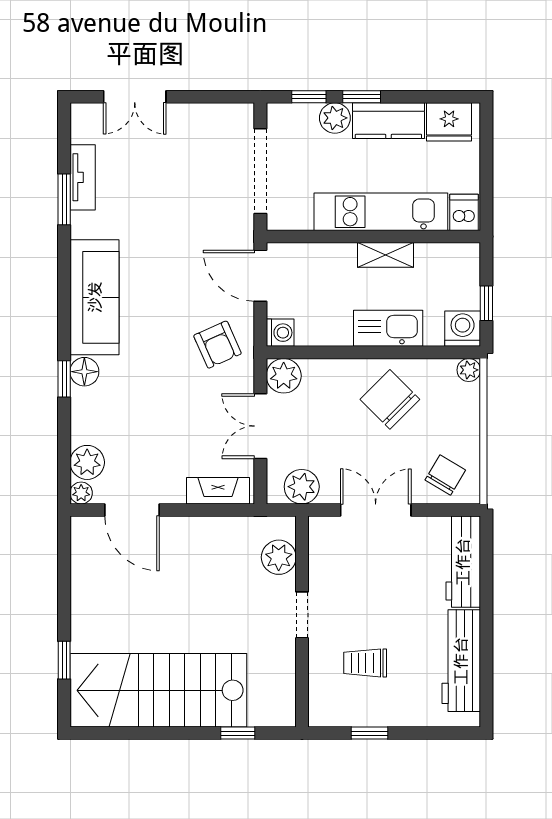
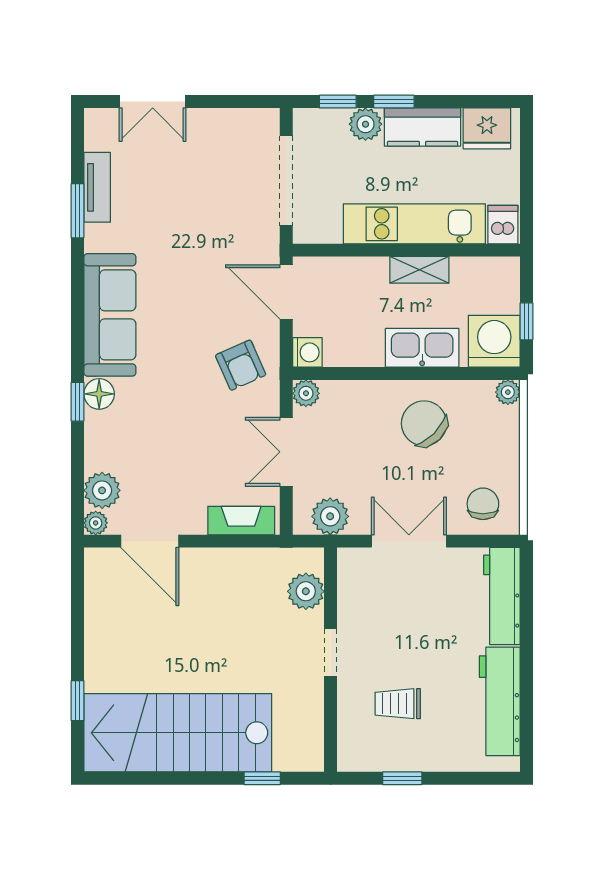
washing machine: (463, 329) -> (494, 341), width x1.37, depth x1.37
plant: (284, 376) -> (306, 393), width x0.73, depth x0.73
chair: (445, 475) -> (483, 504), turned -31

